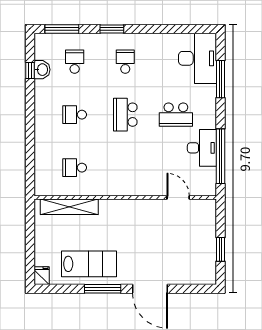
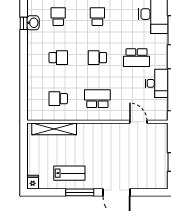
school desk: (75, 115) -> (58, 58), turned 180
school desk: (125, 115) -> (97, 58), width x0.54
school desk: (125, 168) -> (97, 99), added
lab bench: (89, 264) -> (69, 173), width x0.73, depth x0.72

